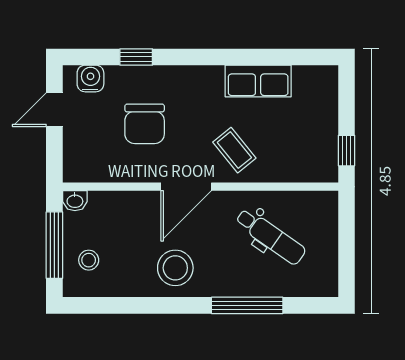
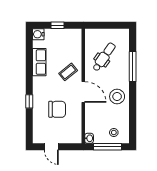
window: (136, 57) -> (29, 101), moved
water cooler: (90, 78) -> (38, 34), moved
window: (346, 151) -> (57, 25), moved

